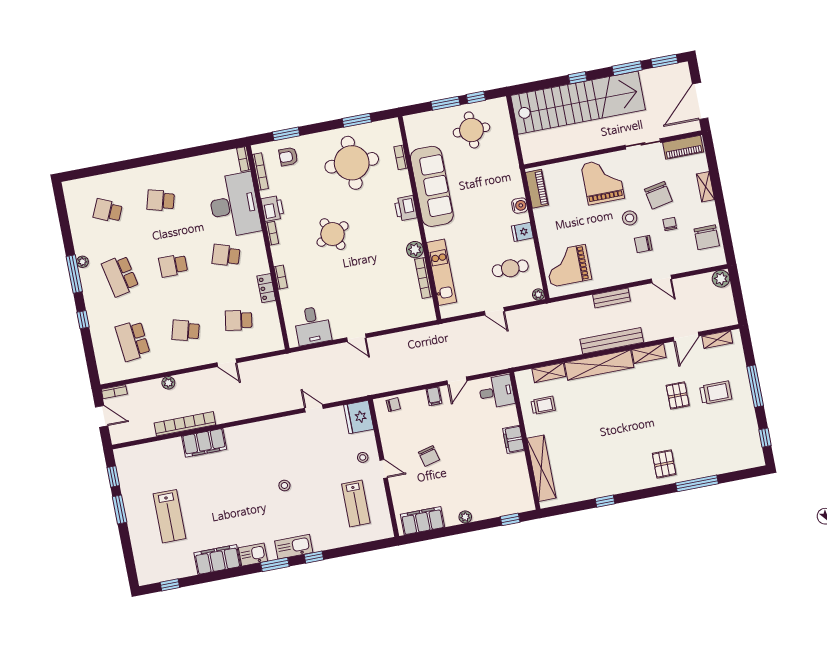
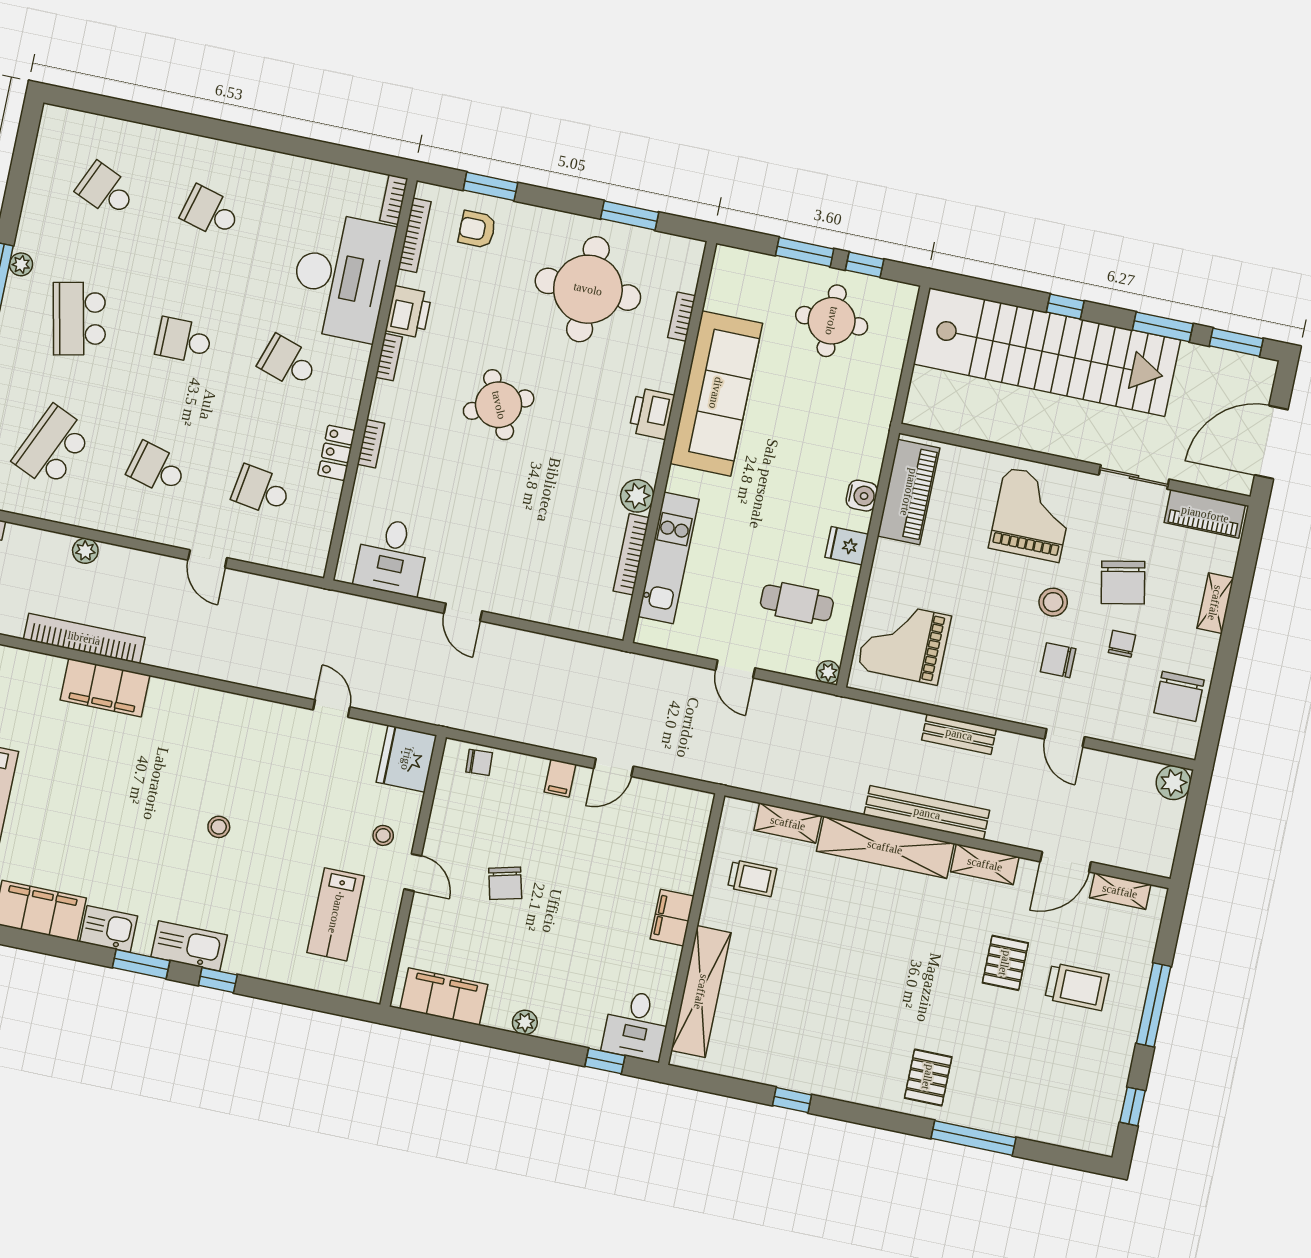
piano: (537, 189) -> (909, 492), width x1.37, depth x1.33
school desk: (133, 341) -> (52, 447), turned 30
desk: (496, 392) -> (636, 1025), moved, turned 90

